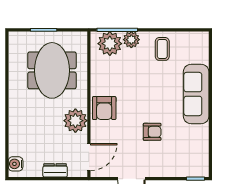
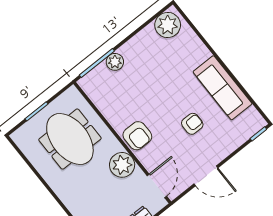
plant: (110, 44) -> (168, 25), moved
coffee table: (162, 49) -> (146, 49), removed
sofa: (196, 94) -> (223, 88), moved

